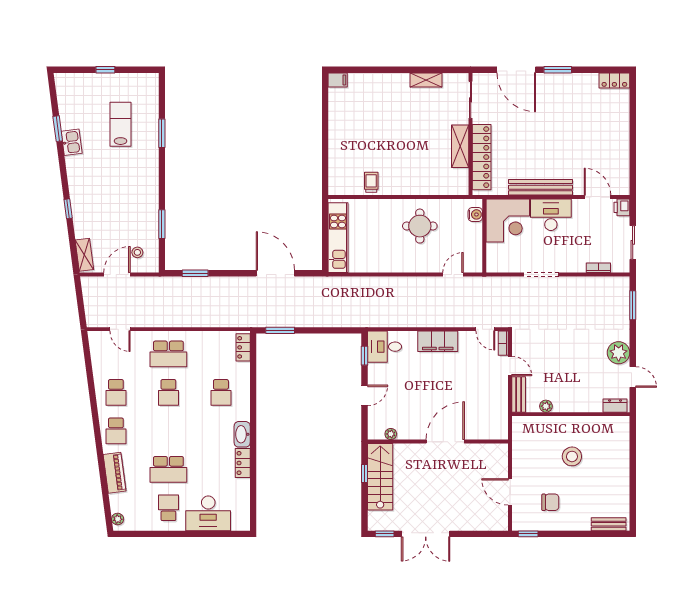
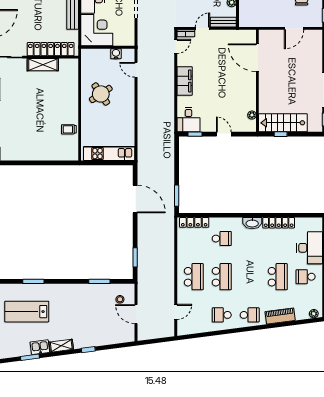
lab bench: (121, 124) -> (27, 312), width x1.36, depth x1.39
water cooler: (475, 214) -> (116, 54), moved
round table: (420, 226) -> (101, 94), turned -34
shelving: (84, 255) -> (61, 346), moved
door: (275, 273) -> (135, 199), swing flipped
locker: (243, 347) -> (194, 222), width x1.53
school desk: (116, 392) -> (222, 315), turned 180
school desk: (168, 392) -> (222, 277), width x1.85
door: (445, 442) -> (257, 58), moved
locker: (243, 463) -> (279, 223), width x1.53

